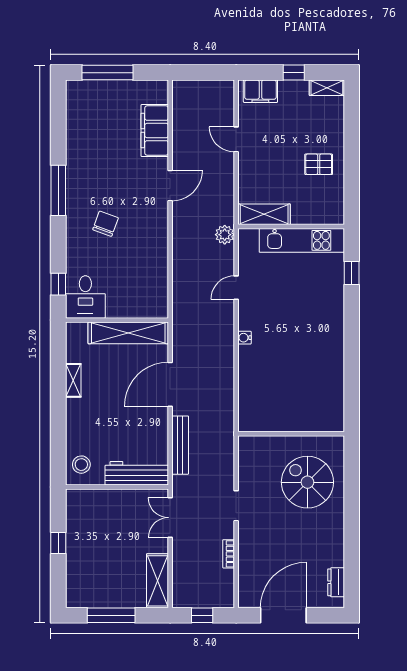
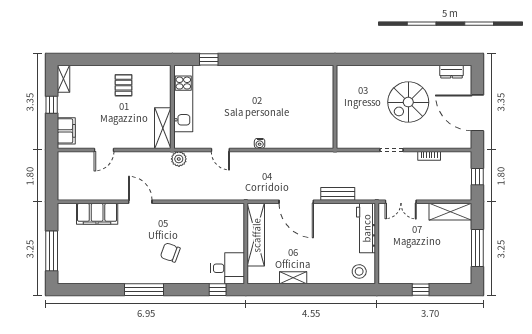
bench: (180, 445) -> (338, 194), width x0.73
spiral stairs: (307, 482) -> (408, 102), moved

